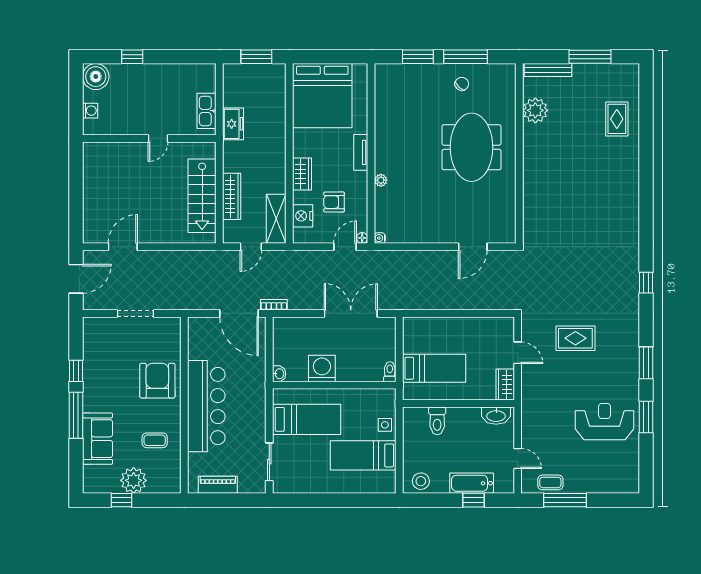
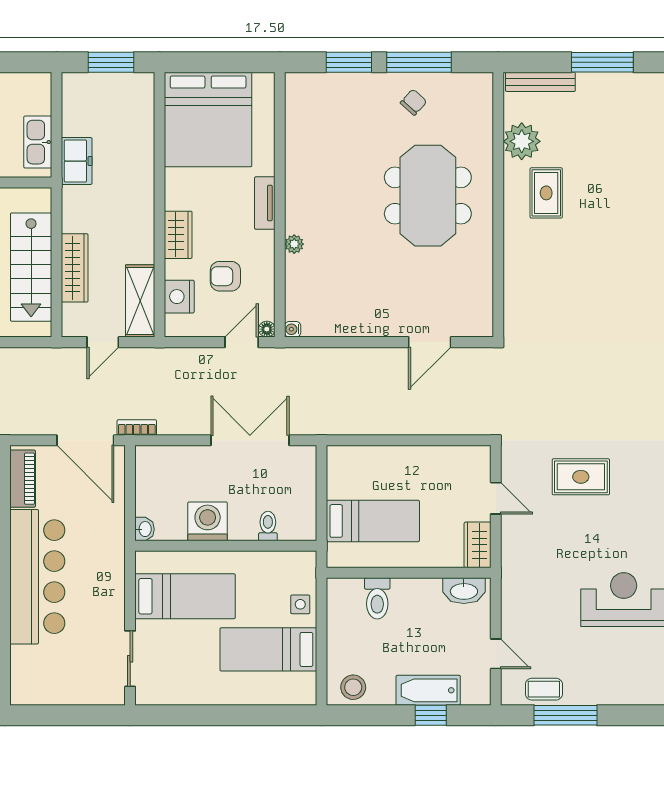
rug: (617, 119) -> (546, 193), moved
toilet: (390, 372) -> (268, 526), moved
piano: (218, 485) -> (23, 479), moved, turned 90

